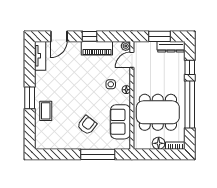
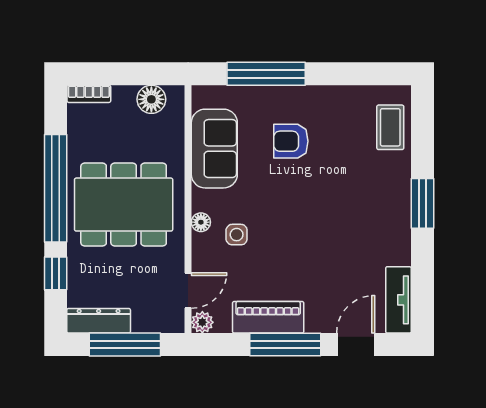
window: (89, 36) -> (285, 344), width x2.17
window: (159, 36) -> (125, 344), width x1.44
coffee table: (46, 111) -> (390, 127), moved
dining table: (158, 112) -> (124, 205), moved
armchair: (87, 125) -> (291, 141), turned 52
floor lamp: (159, 143) -> (151, 99), moved

